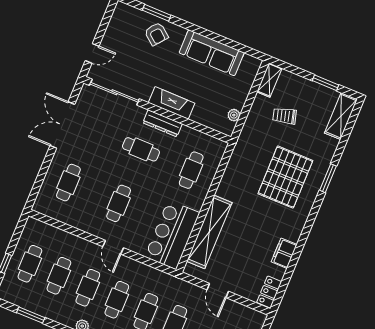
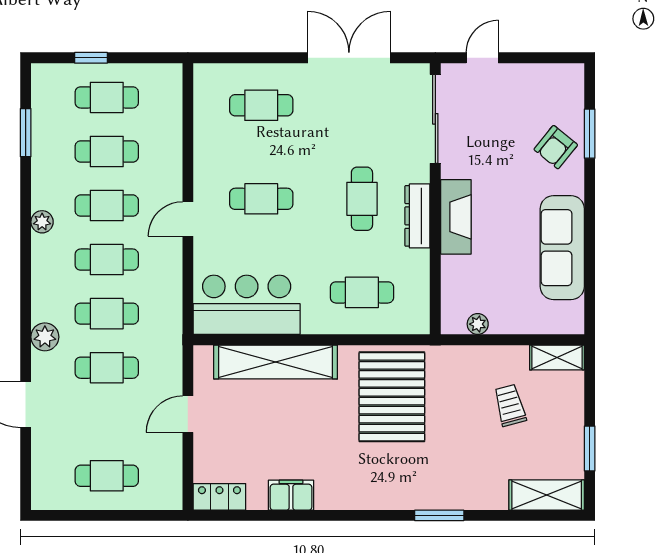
door: (92, 53) -> (482, 58), swing flipped
pallet: (285, 177) -> (392, 397), moved, turned 90

